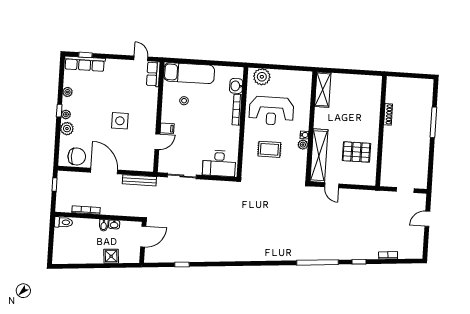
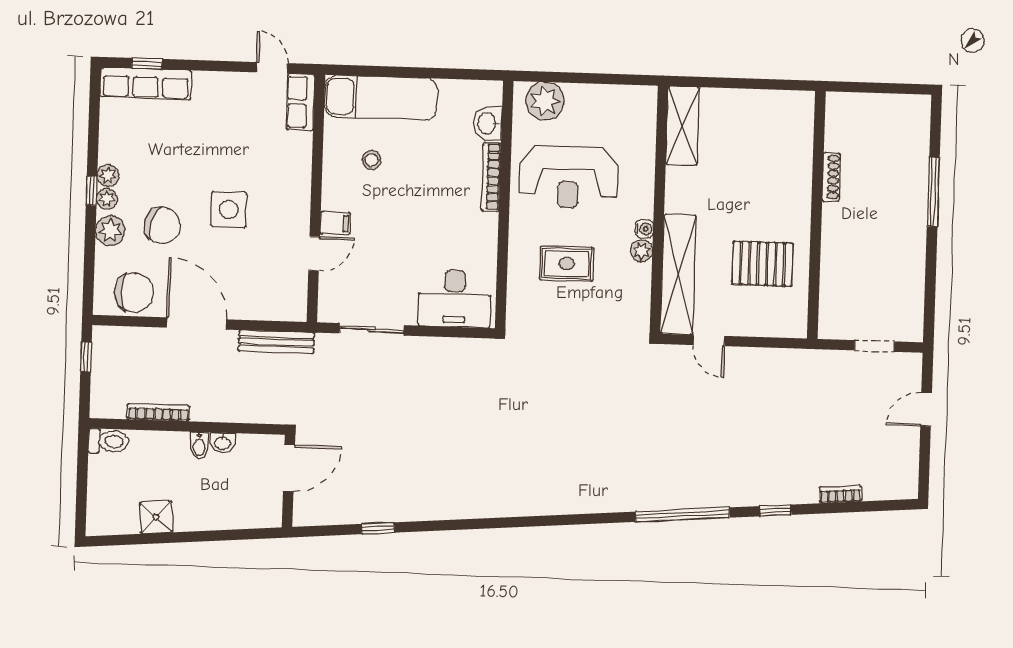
plant: (67, 92) -> (108, 175), moved
chair: (90, 127) -> (162, 225), added
shower: (111, 256) -> (156, 517), moved

